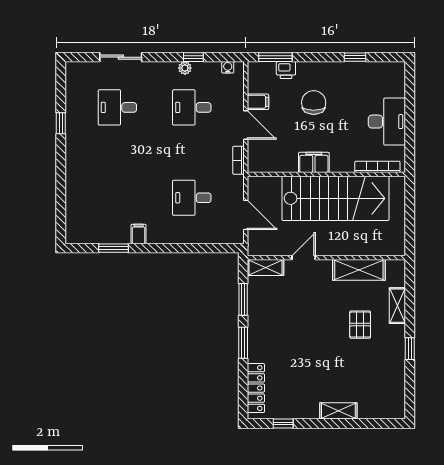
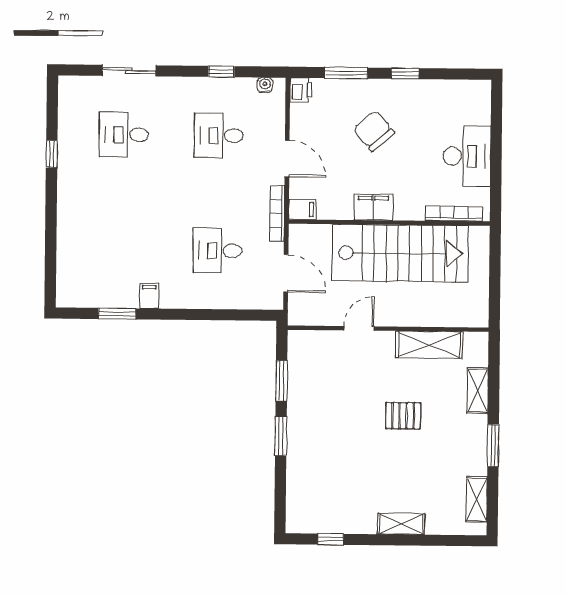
window: (275, 57) -> (346, 73), moved
window: (355, 57) -> (405, 73), moved
plant: (185, 68) -> (210, 85), removed
printer: (286, 70) -> (301, 90), moved, turned -90
filing cabinet: (258, 102) -> (302, 209), moved
chair: (314, 103) -> (374, 131), turned -41
bookcase: (238, 160) -> (277, 214), width x1.56
shelving: (266, 267) -> (477, 500), moved, turned 90
pallet: (360, 325) -> (403, 416), moved, turned 90
window: (410, 349) -> (493, 446), width x1.50
locker: (256, 388) -> (297, 494), removed

